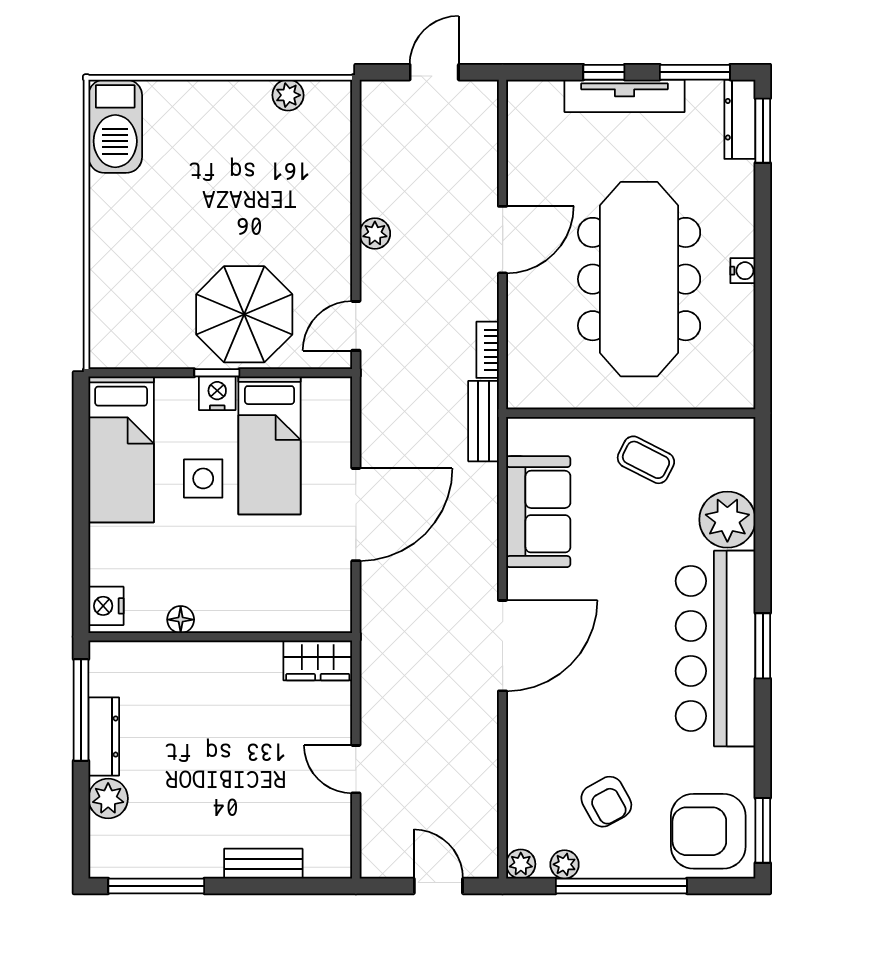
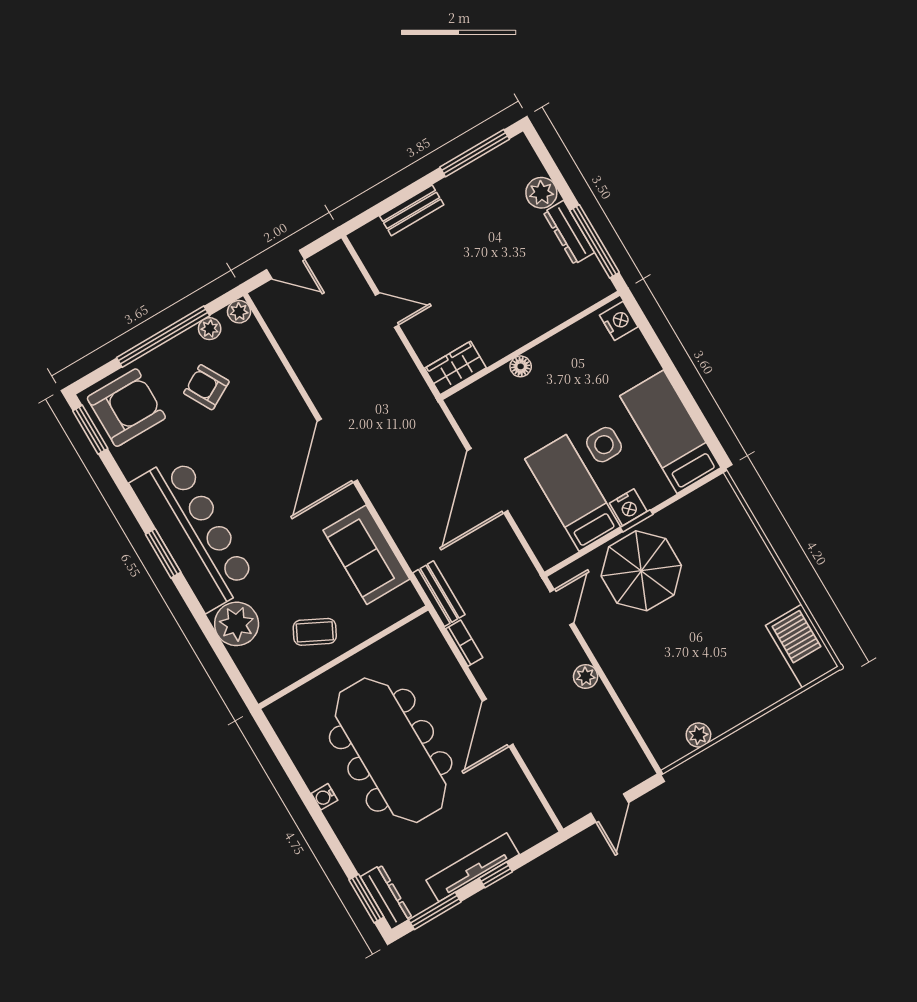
floor lamp: (181, 620) -> (521, 366), moved

